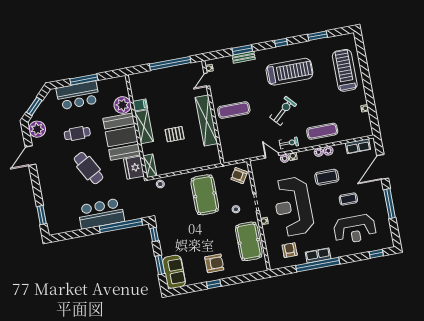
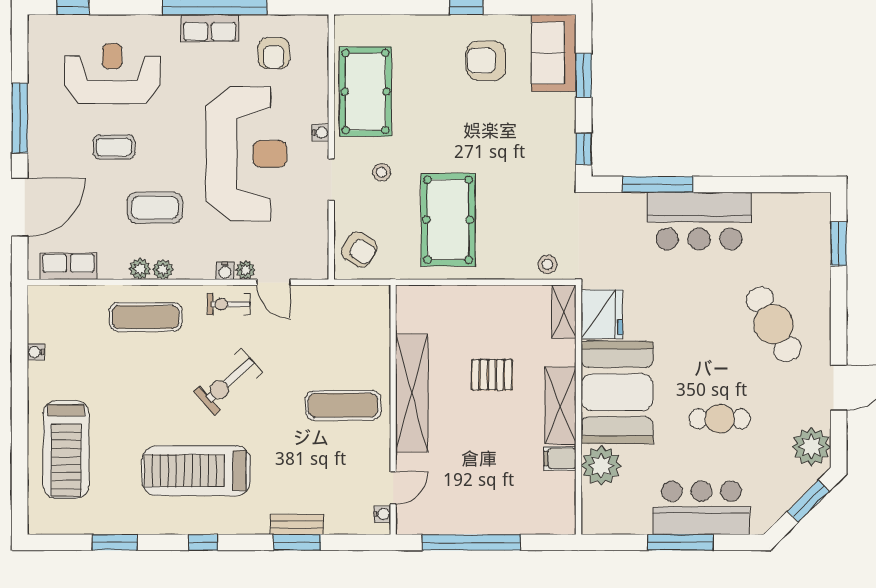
cafe table: (88, 168) -> (774, 324), moved
window: (121, 226) -> (658, 184), width x0.68
armchair: (214, 263) -> (486, 61), moved

